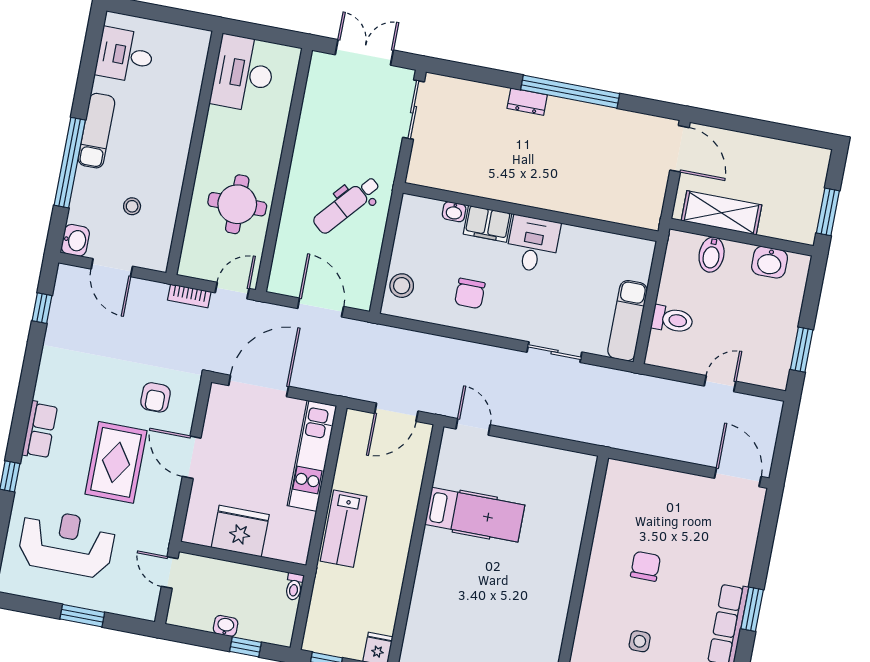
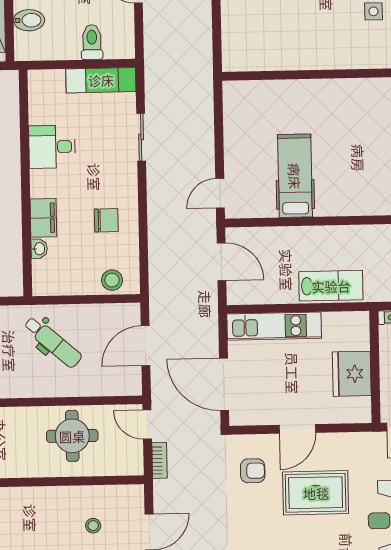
desk: (533, 244) -> (52, 147), moved
chair: (646, 566) -> (308, 20), removed

